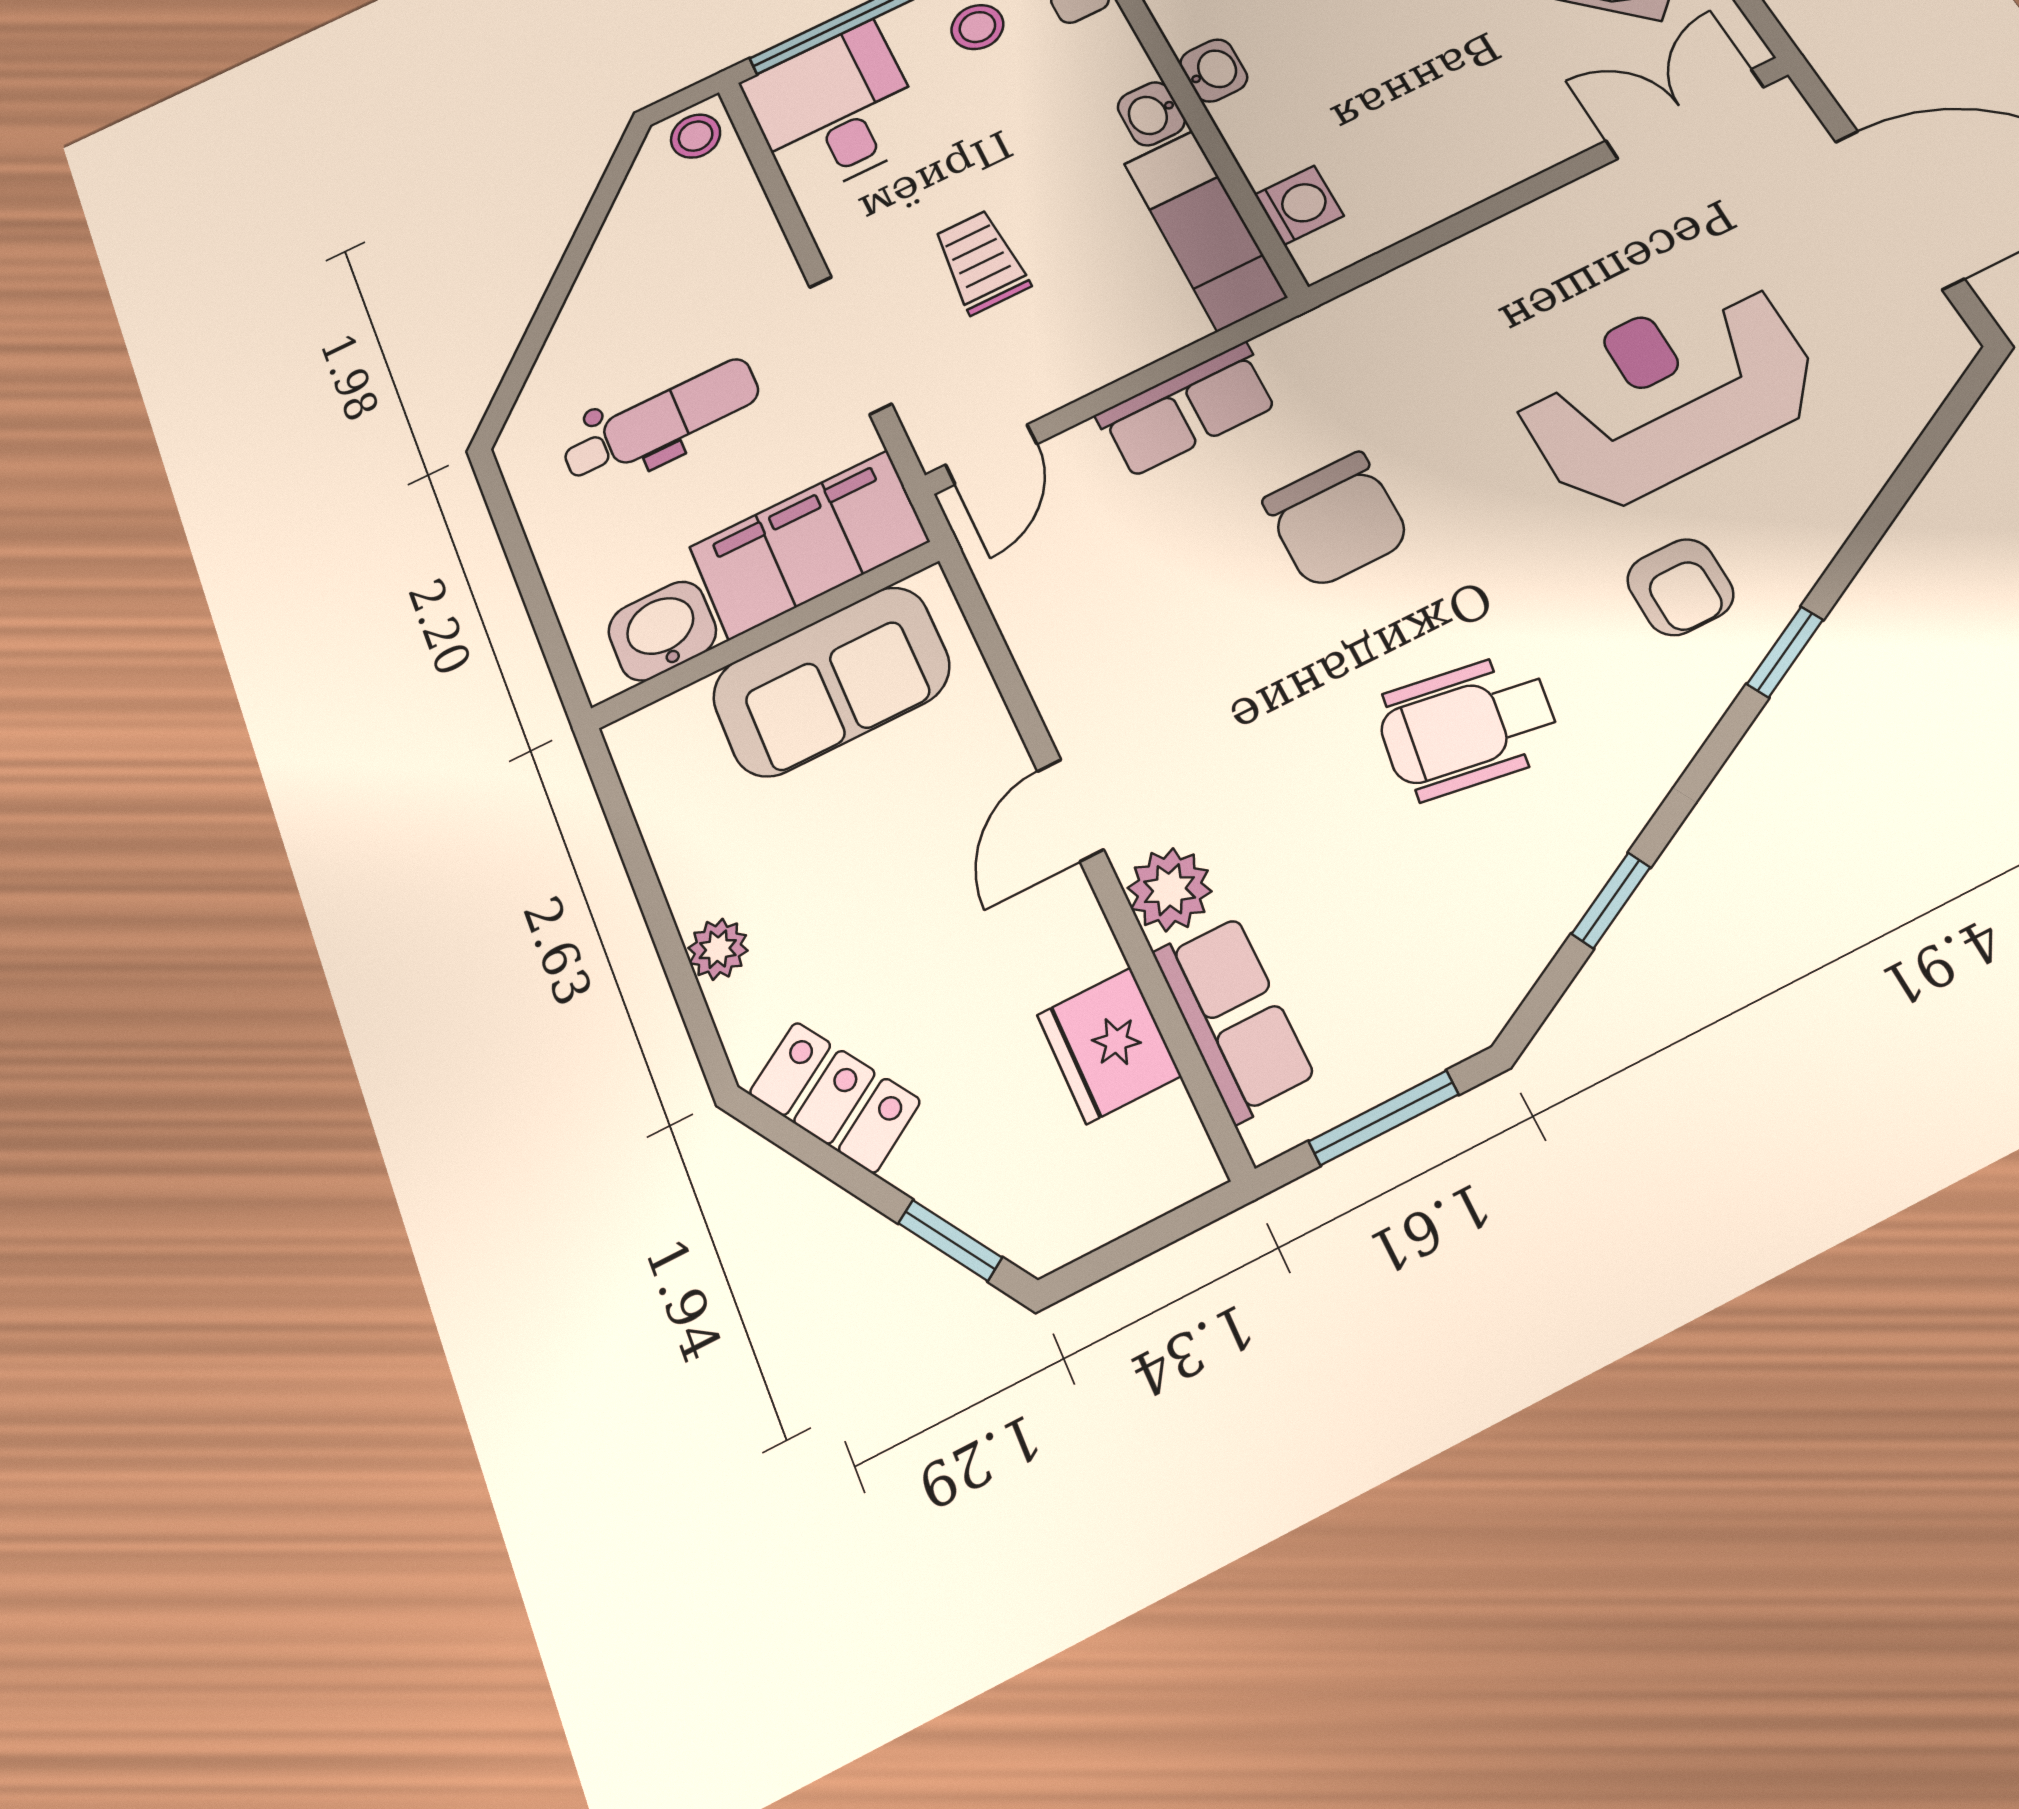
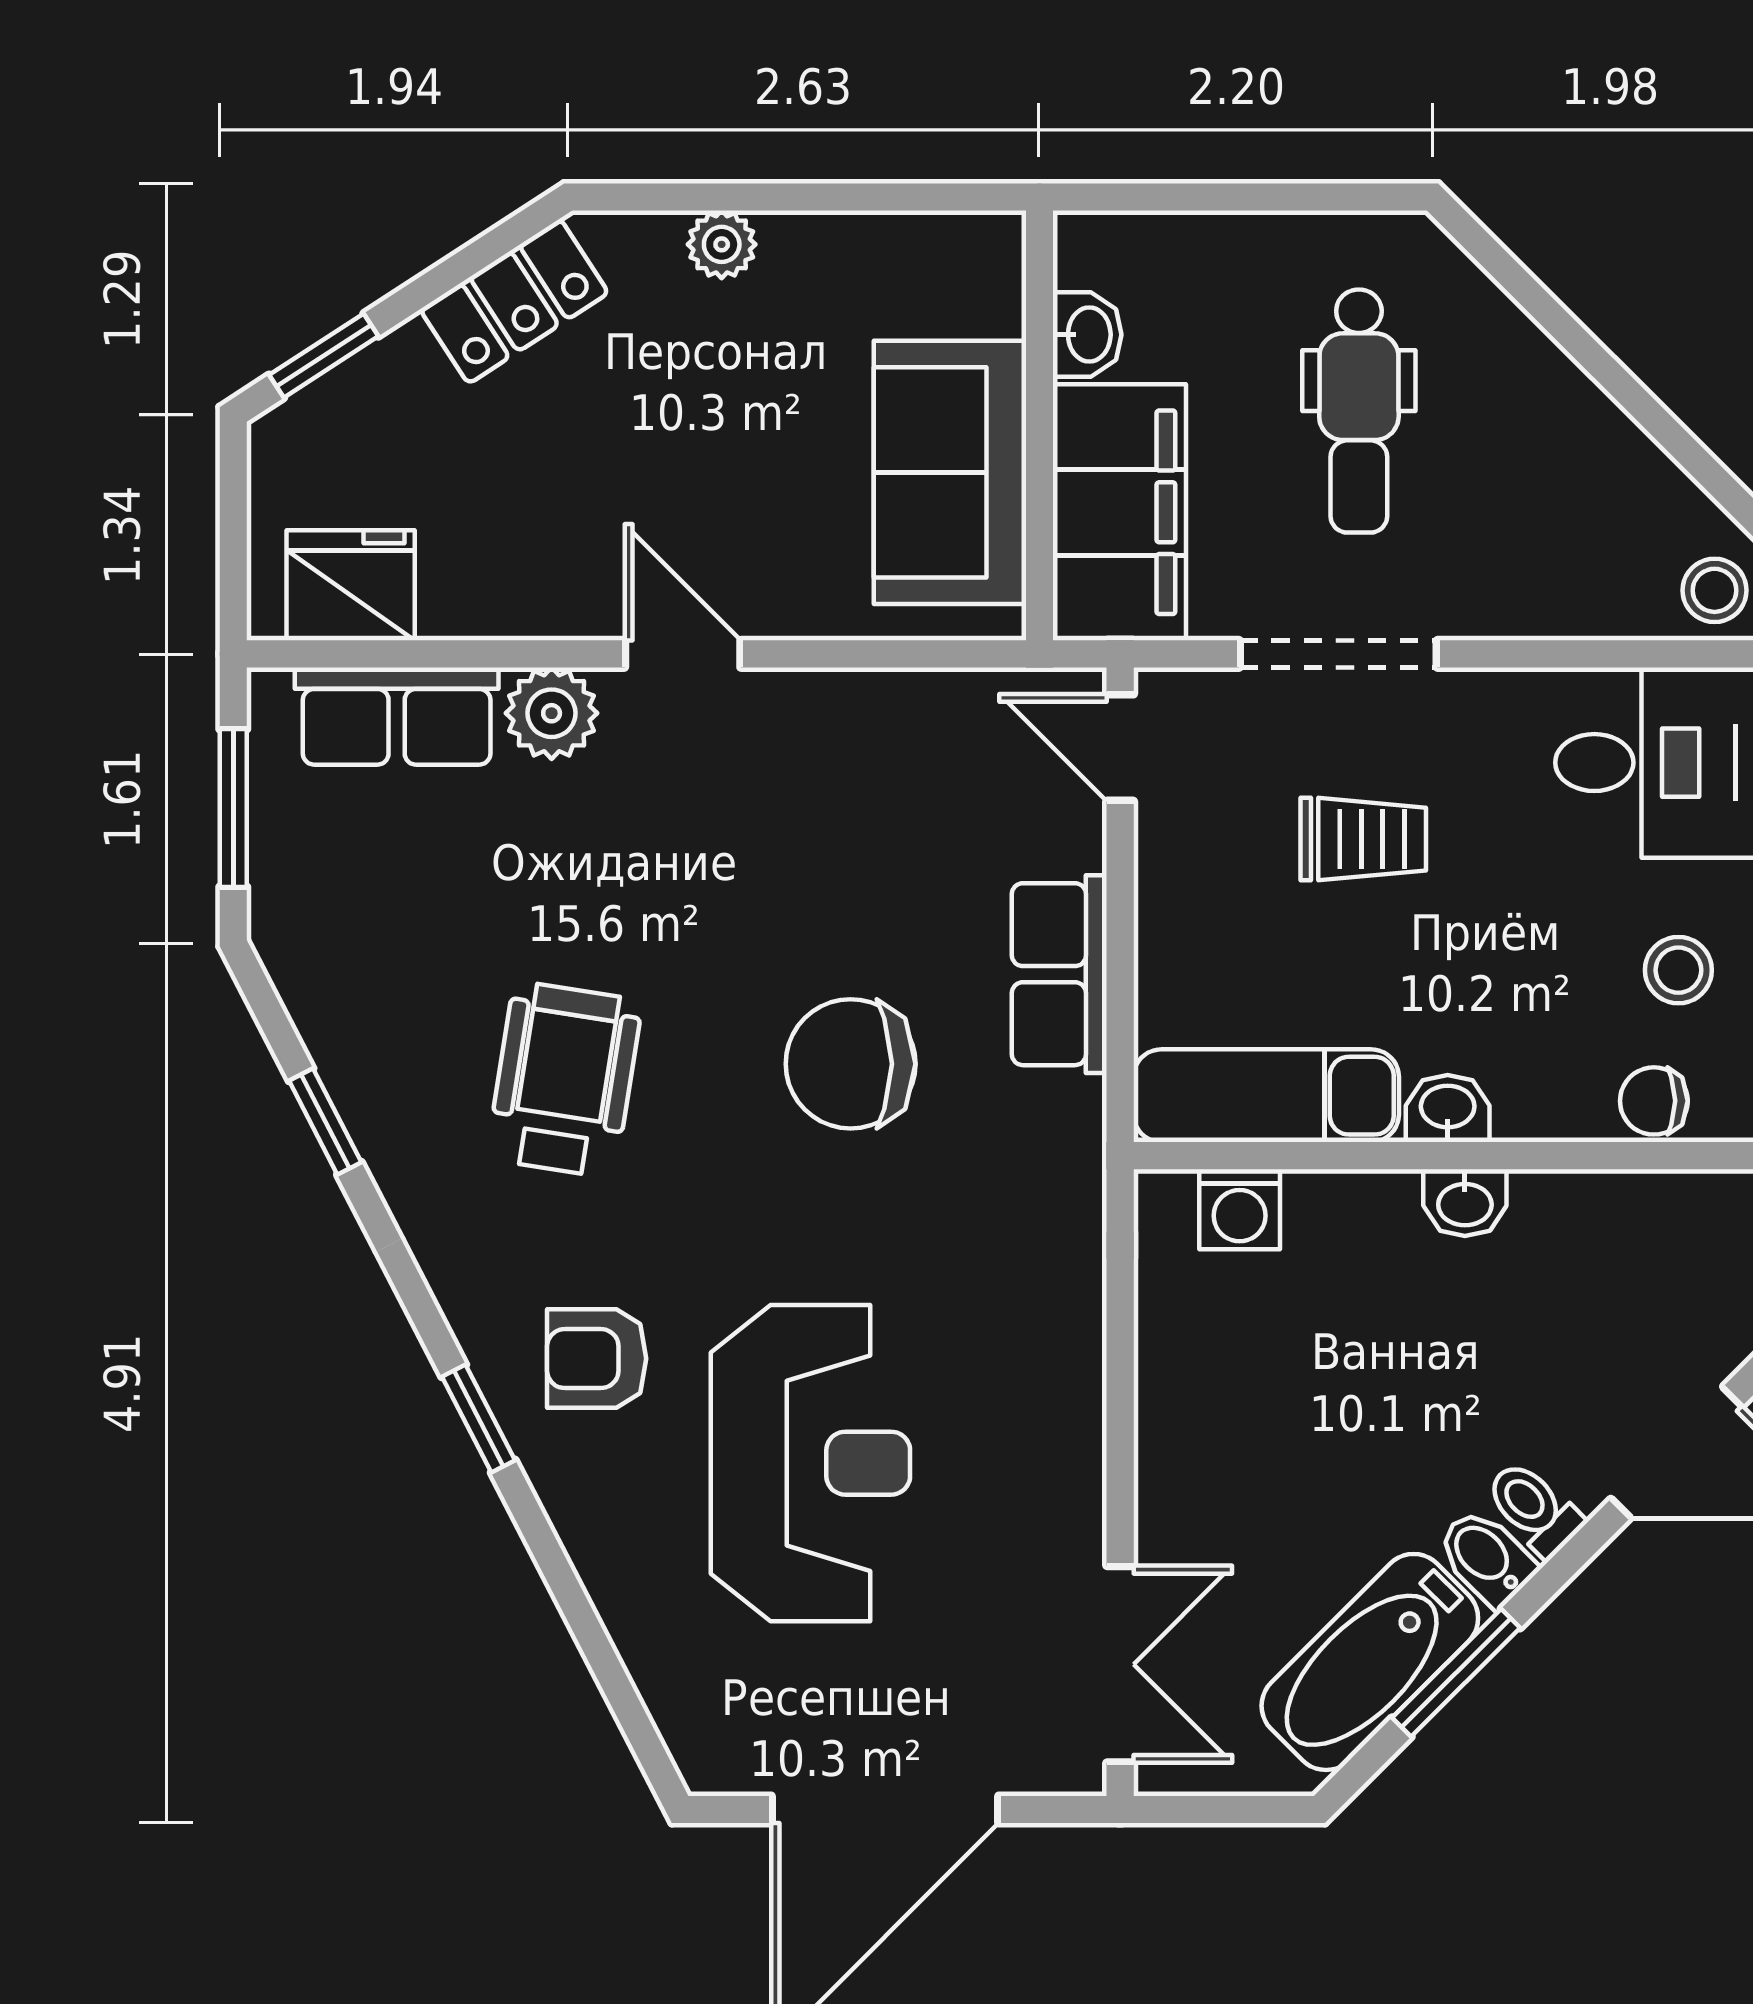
washbasin: (662, 631) -> (1087, 335), width x0.72, depth x0.69
fridge: (1109, 1045) -> (351, 585), moved

